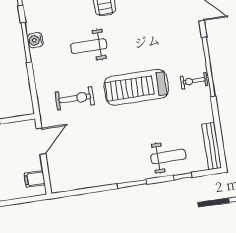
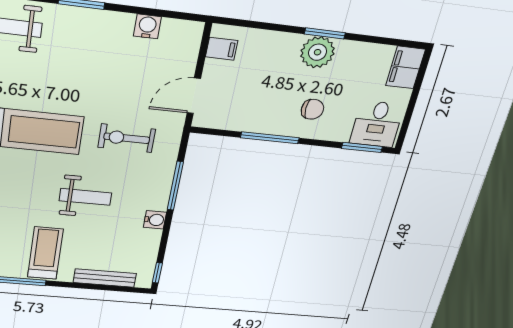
window: (26, 42) -> (175, 186), moved
water cooler: (87, 180) -> (147, 26), added

